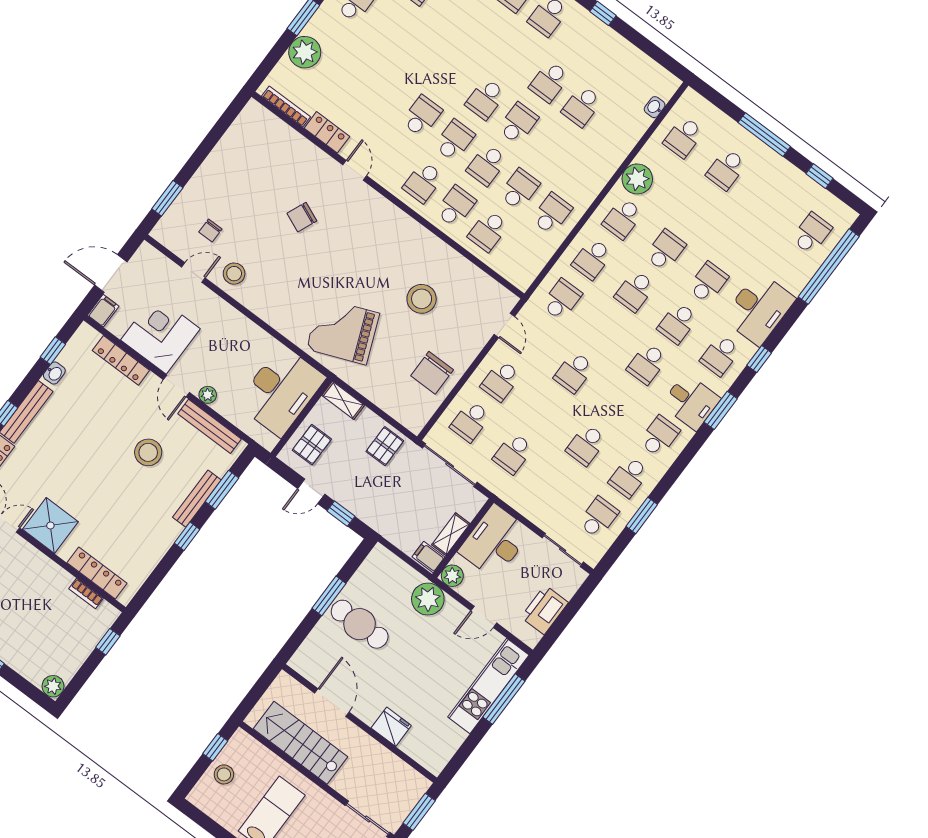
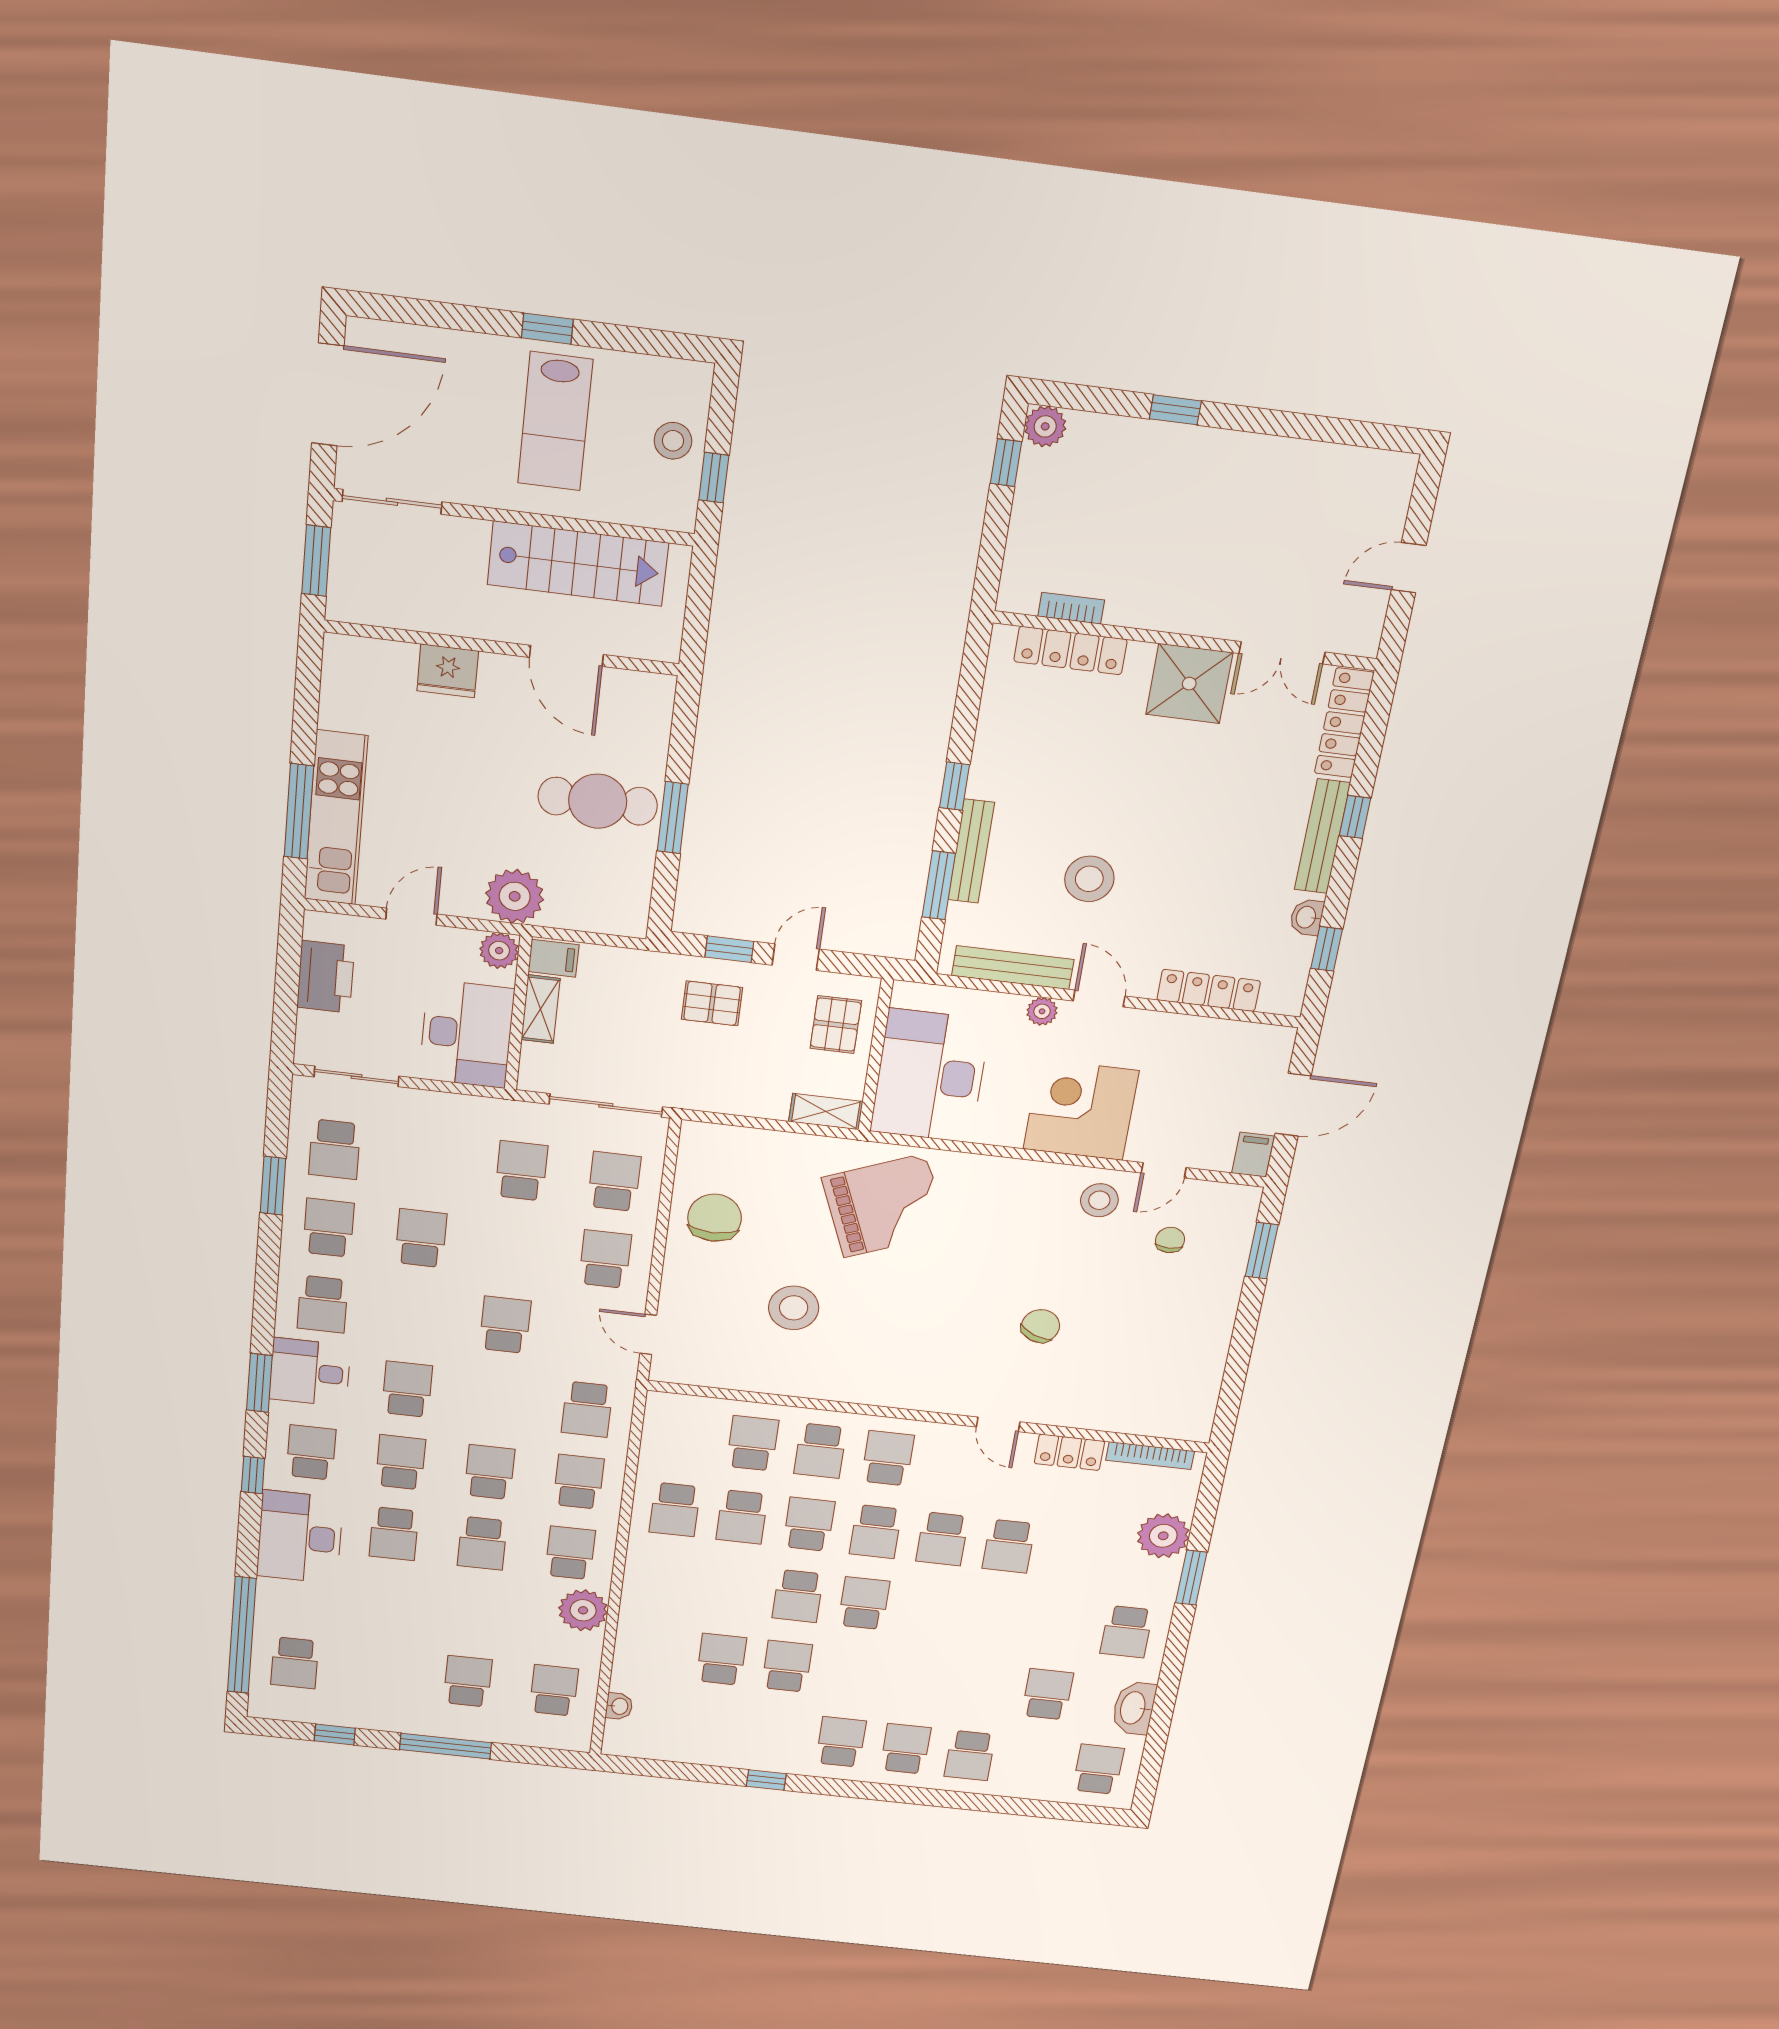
school desk: (389, 92) -> (1009, 1546), added
filing cabinet: (103, 311) -> (1253, 1155), moved, turned 180
corner desk: (160, 334) -> (1081, 1110), moved, turned 180
pallet: (385, 446) -> (712, 1003), moved, turned 90
window: (108, 642) -> (1006, 463), moved

